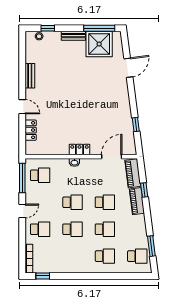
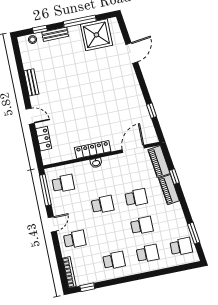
window: (99, 28) -> (80, 21), moved
bench: (73, 36) -> (55, 34), moved
locker: (79, 149) -> (93, 150), width x1.53
school desk: (73, 229) -> (114, 260), moved

